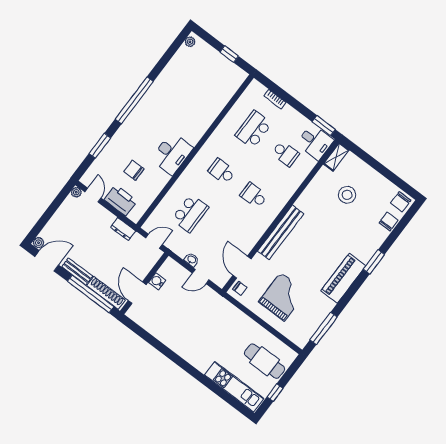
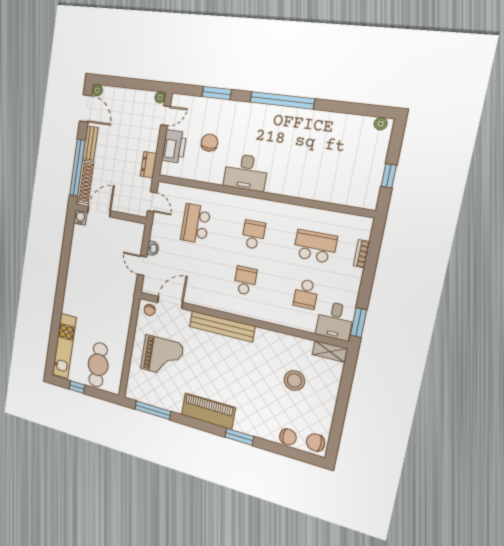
school desk: (190, 213) -> (196, 224), turned 90
water cooler: (157, 281) -> (80, 218), moved

